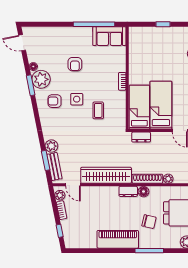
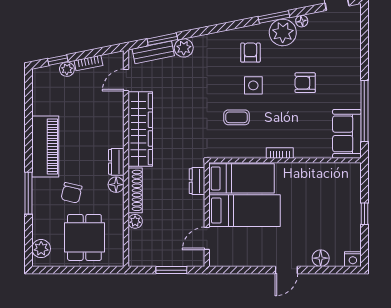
plant: (60, 195) -> (67, 69), moved

